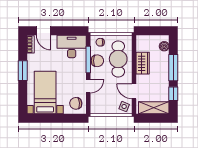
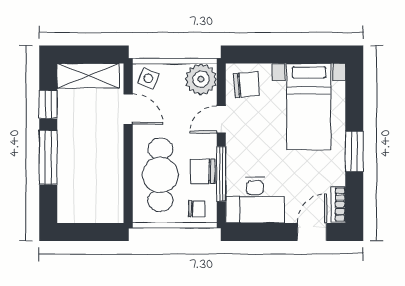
door: (44, 31) -> (312, 232), hinge flipped
boiler: (164, 46) -> (67, 201), removed
wardrobe: (143, 63) -> (111, 166), removed
plant: (98, 106) -> (201, 79), added

